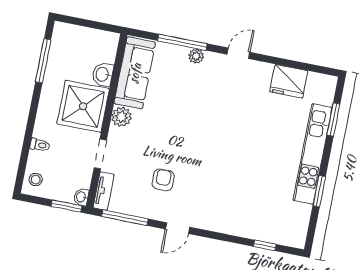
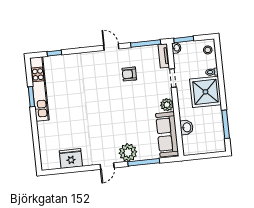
plant: (196, 56) -> (128, 153), width x1.88, depth x1.88
shower: (83, 106) -> (205, 92), moved
window: (333, 120) -> (36, 143), removed
kitchen unit: (313, 154) -> (39, 89), moved
armchair: (163, 180) -> (129, 74), turned 90
door: (178, 228) -> (111, 47), hinge flipped

